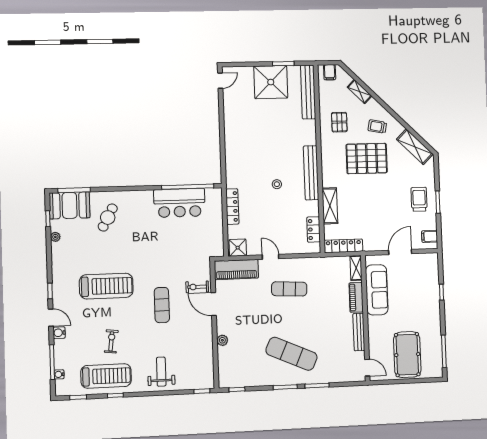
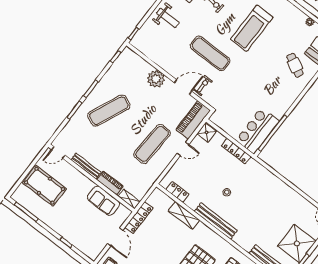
bar counter: (179, 203) -> (258, 131), moved
locker: (343, 246) -> (139, 218), moved
exercise mat: (289, 289) -> (152, 144), width x1.36, depth x1.45
sofa: (377, 290) -> (104, 201), width x0.73
exercise mat: (162, 305) -> (210, 53), width x1.36, depth x1.45
plant: (222, 340) -> (156, 79), width x1.88, depth x1.88

